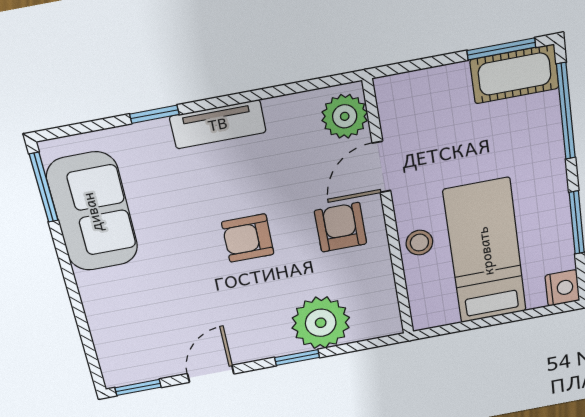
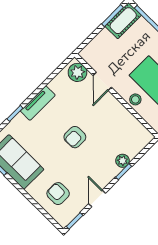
armchair: (341, 227) -> (58, 194), moved
plant: (321, 323) -> (122, 161), width x0.53, depth x0.53

